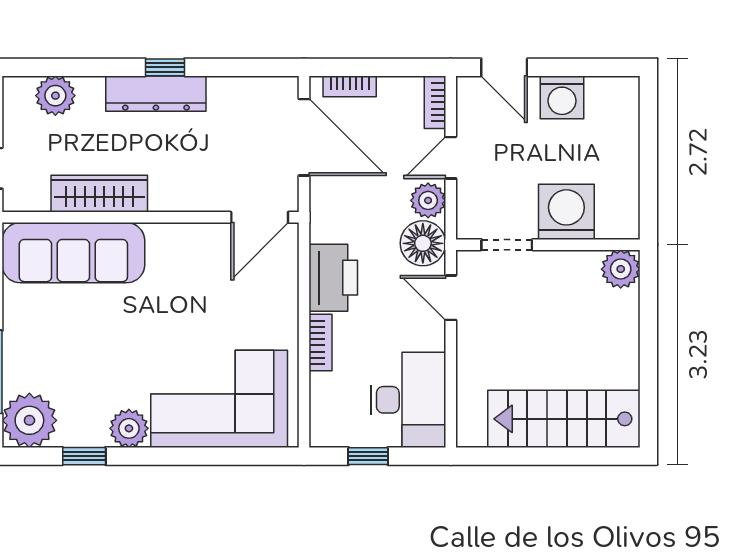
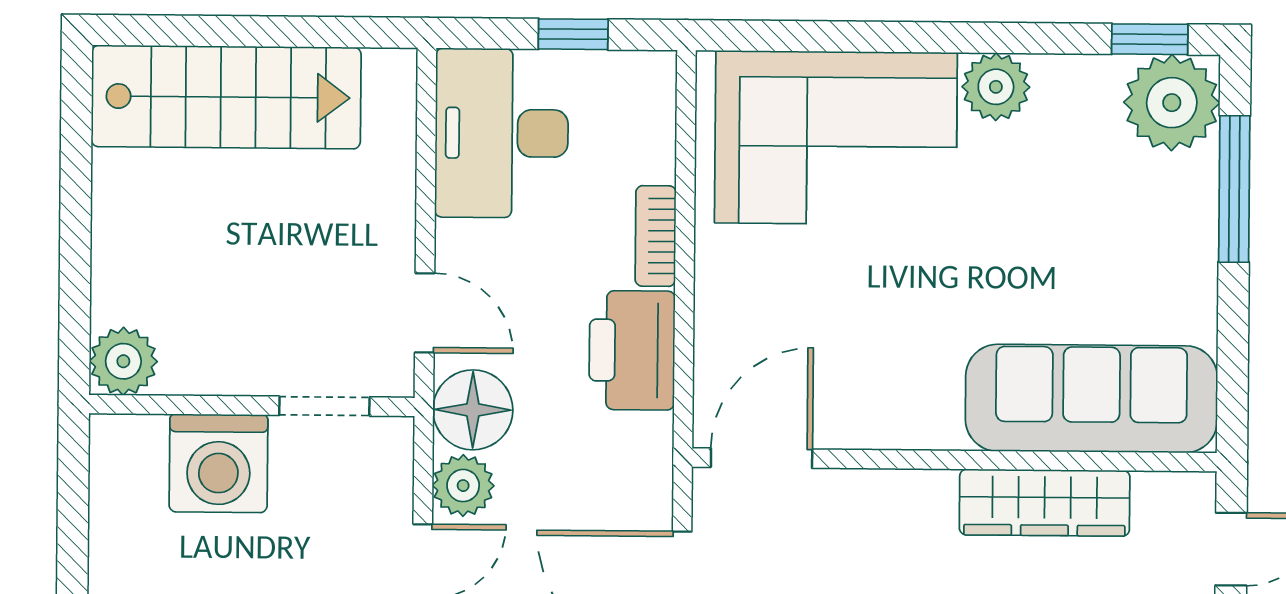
window: (84, 456) -> (1150, 39), moved

